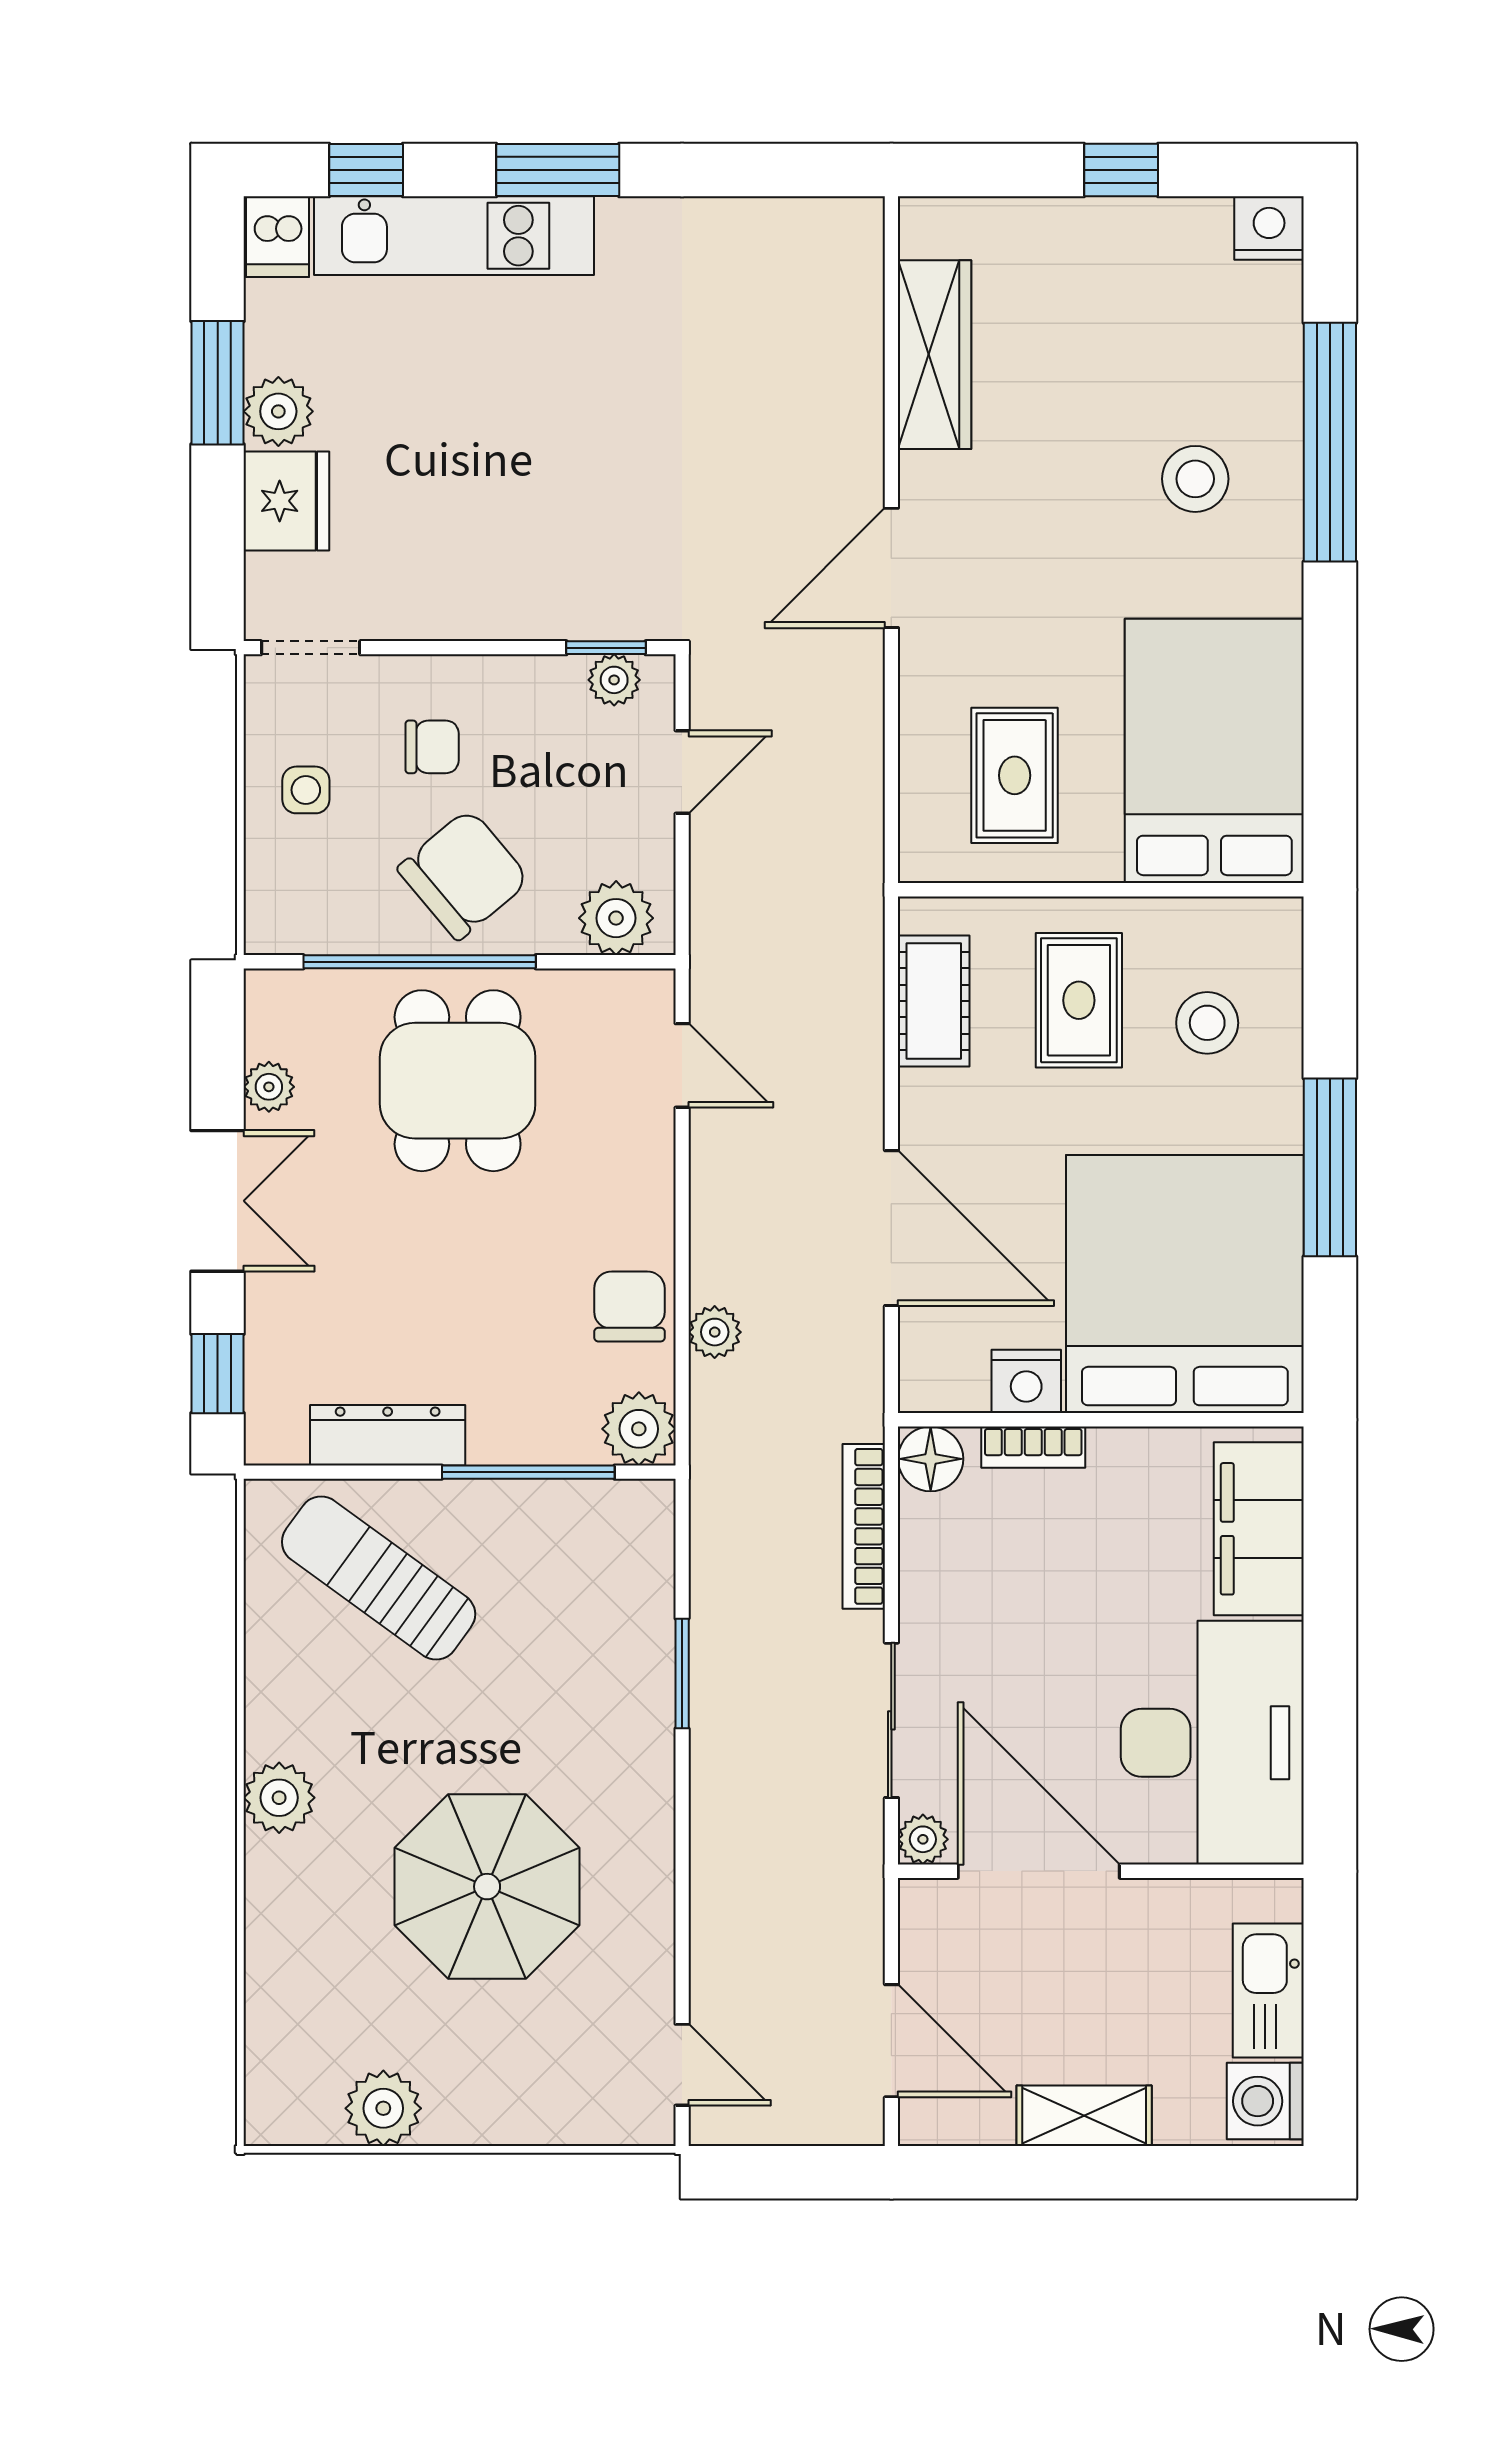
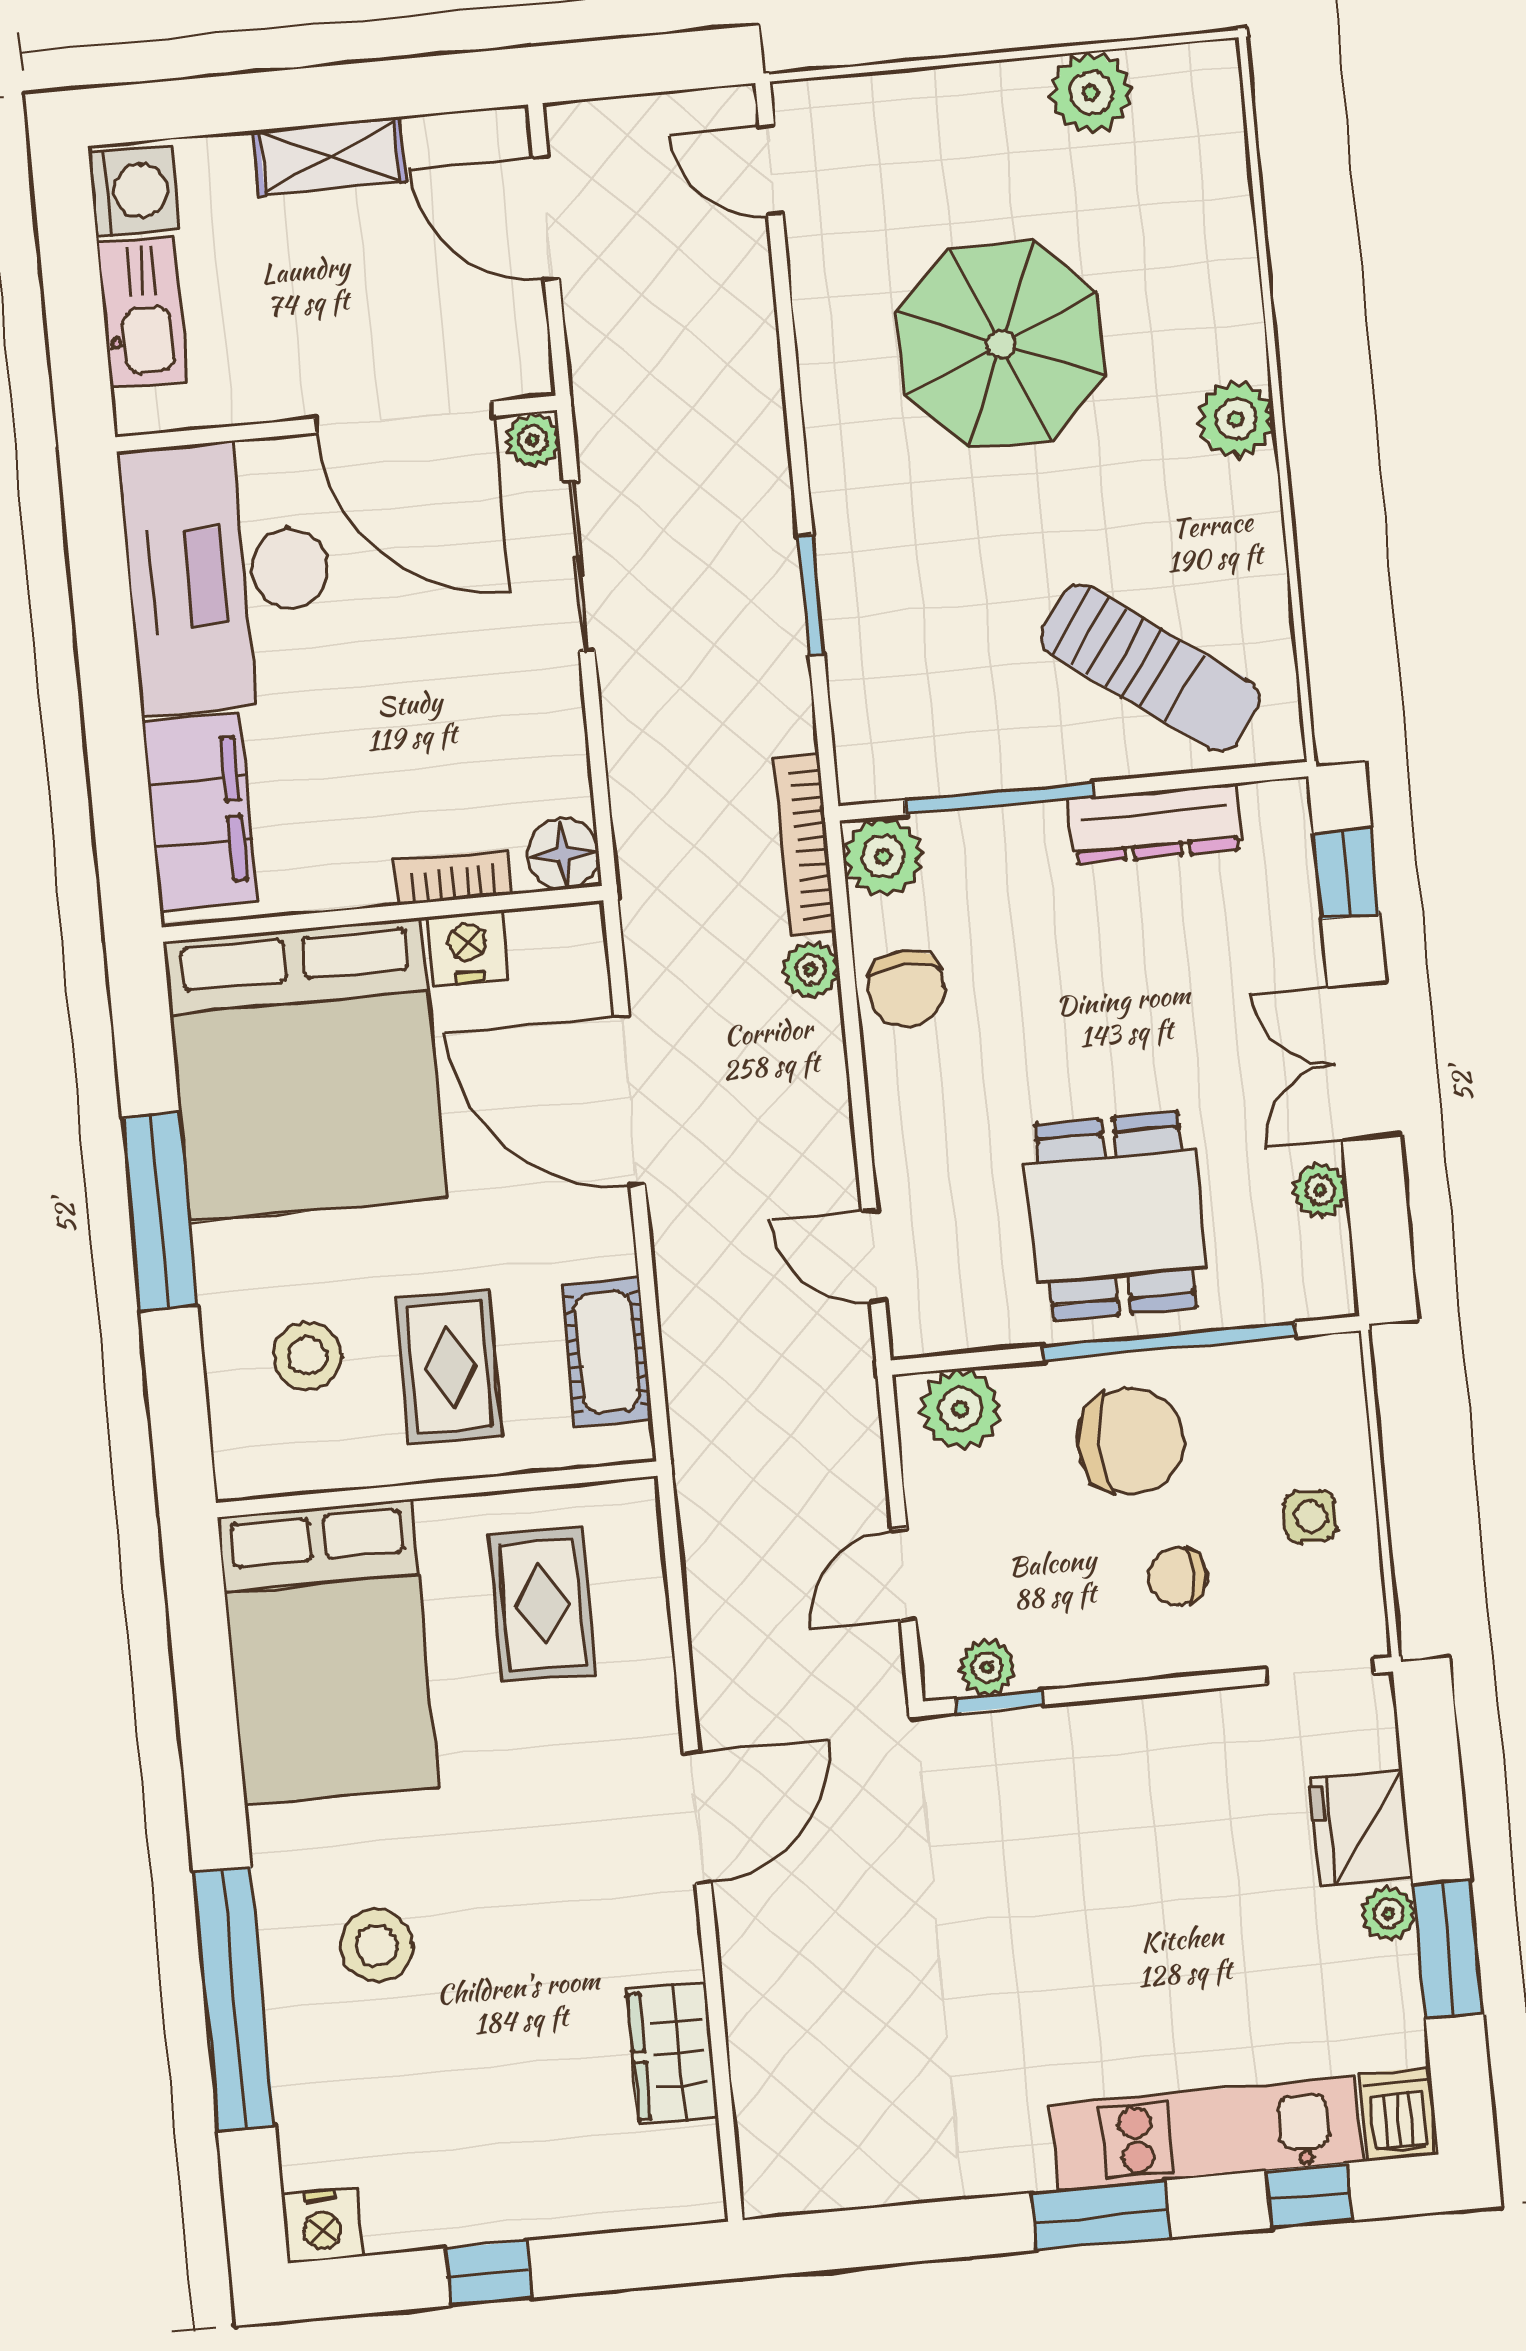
wardrobe: (935, 355) -> (672, 2053), width x0.67
plant: (278, 411) -> (1388, 1913), width x0.73, depth x0.73
chair: (464, 874) -> (1130, 1441), turned -140
bookcase: (864, 1526) -> (804, 845), moved, turned 180

